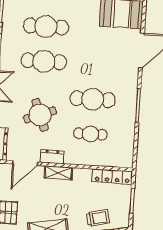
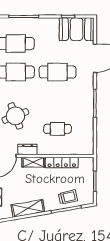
cafe table: (93, 99) -> (57, 72), moved
locker: (112, 177) -> (62, 162), moved

